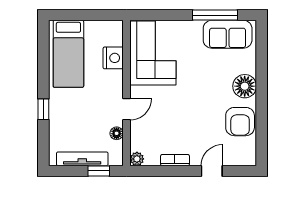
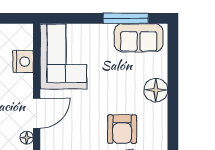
door: (126, 109) -> (37, 113), width x1.38
armchair: (240, 122) -> (122, 129), moved

